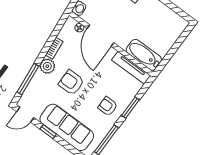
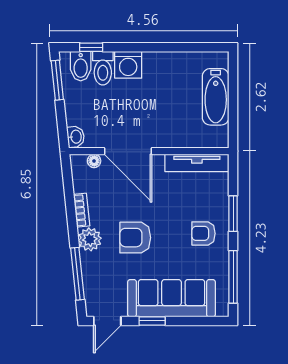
bathtub: (144, 55) -> (216, 97), moved, turned -90

